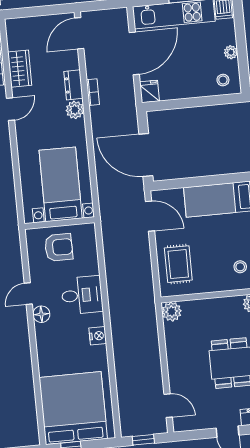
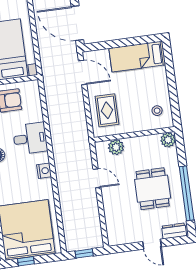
plant: (172, 312) -> (116, 147), moved
door: (168, 406) -> (97, 178), moved

